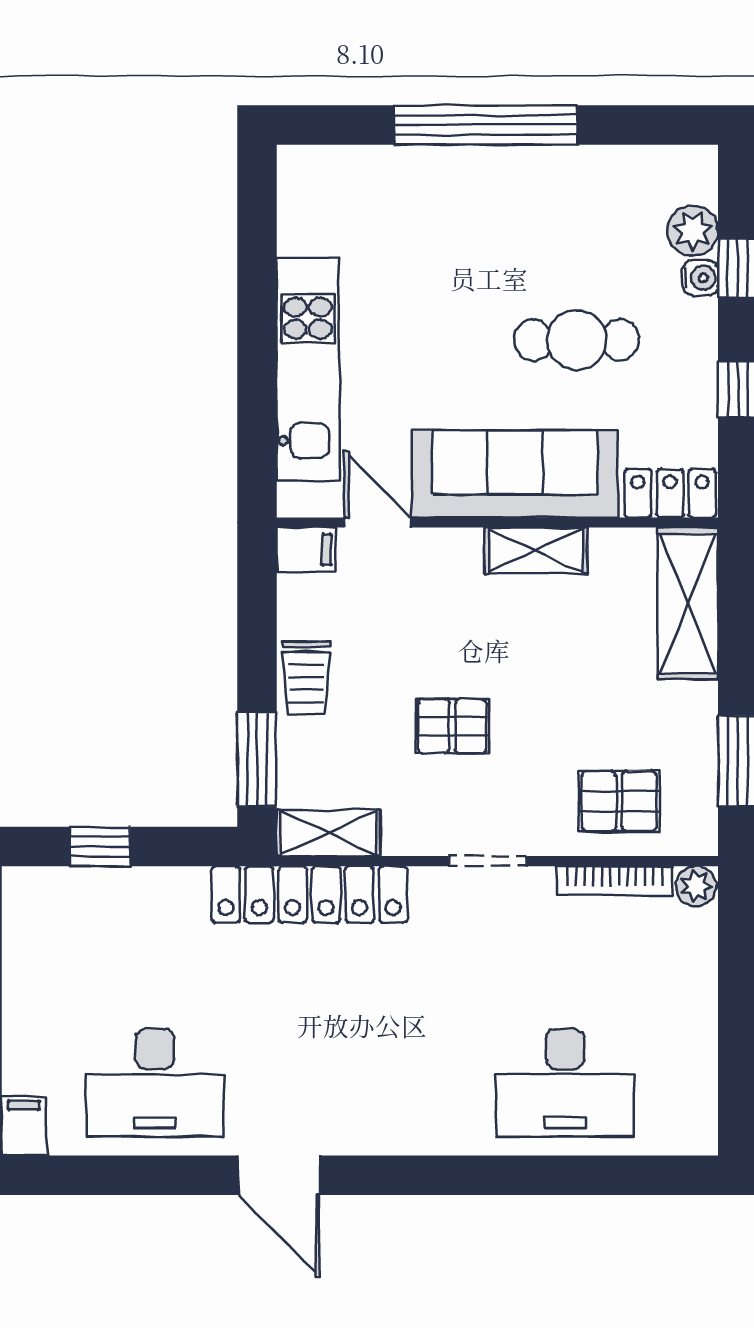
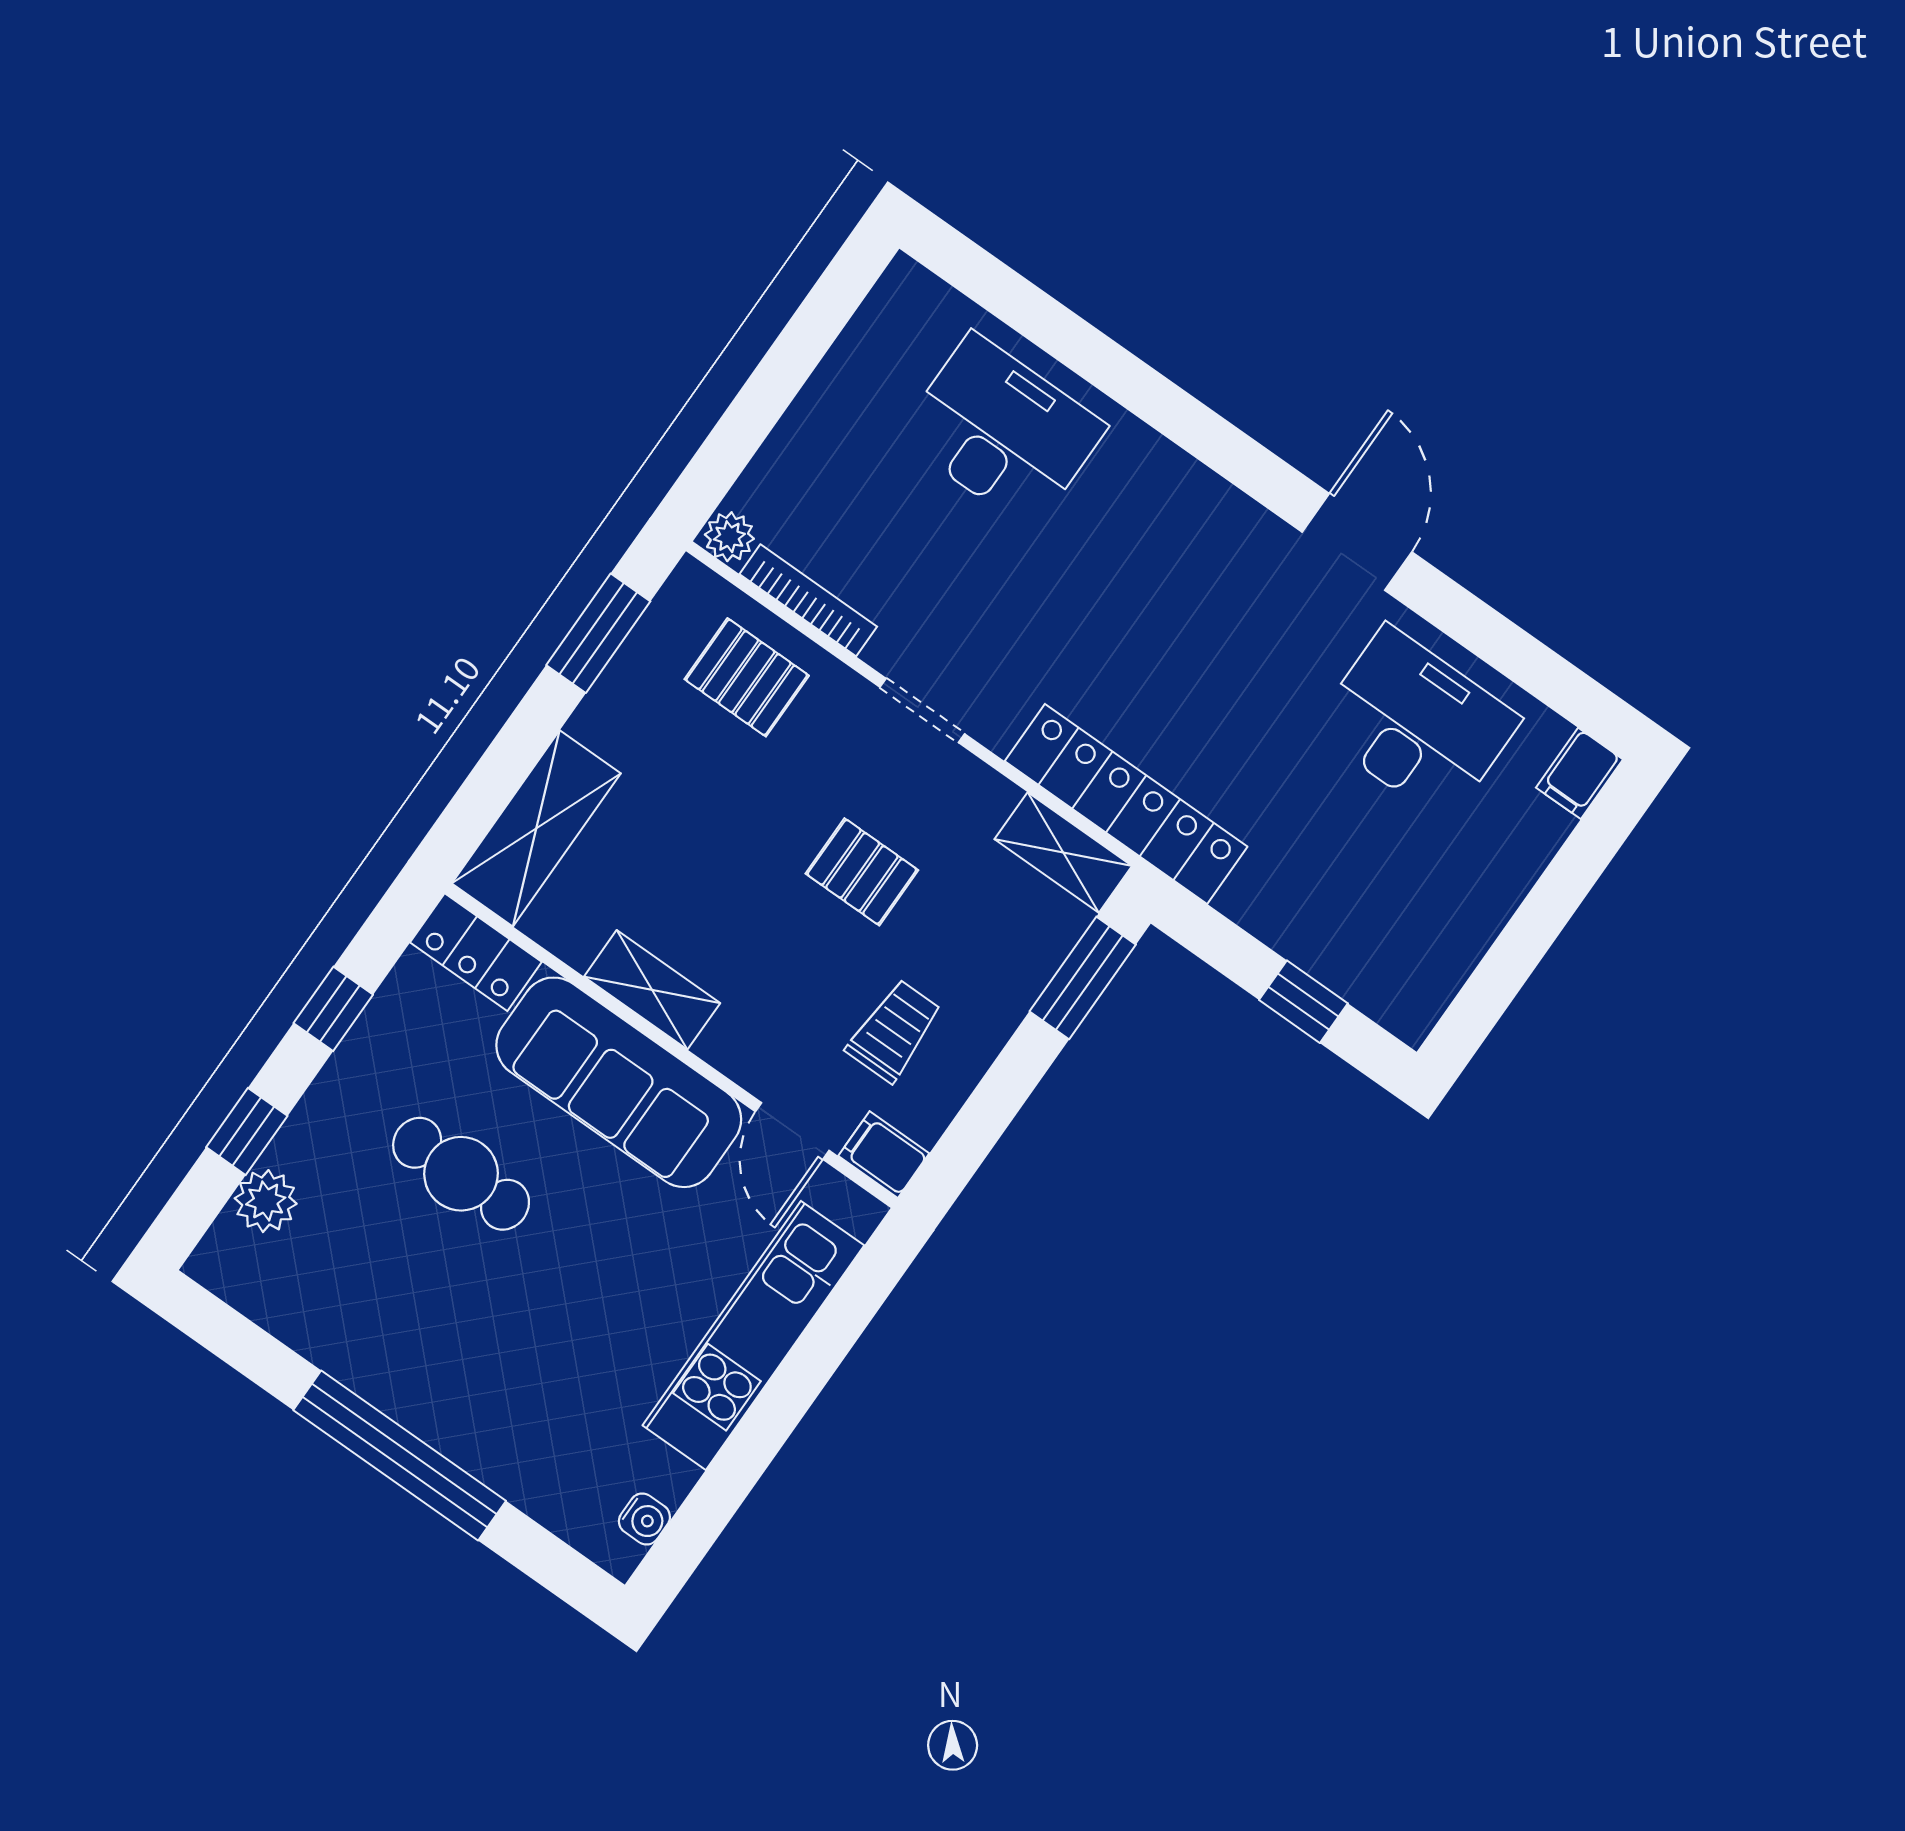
water cooler: (700, 278) -> (644, 1519), moved, turned 180
trolley: (306, 678) -> (894, 1031), moved

